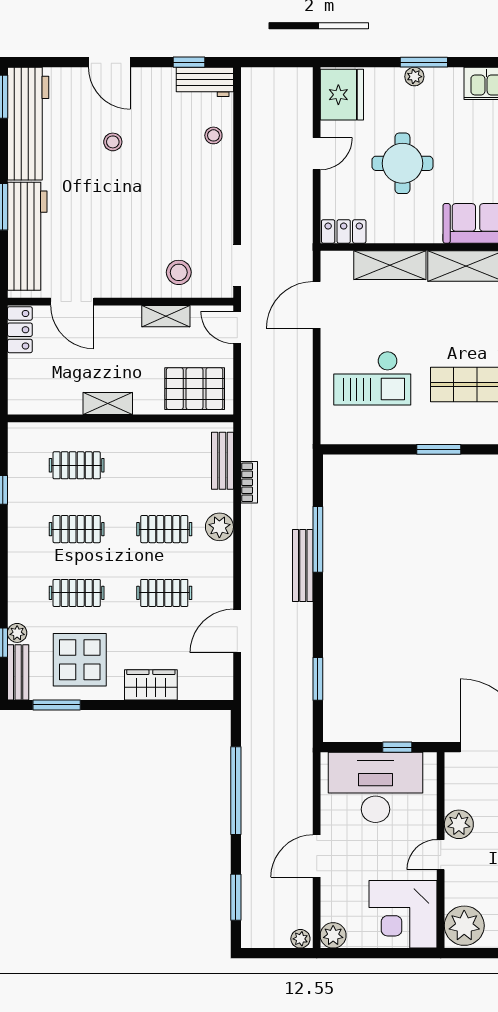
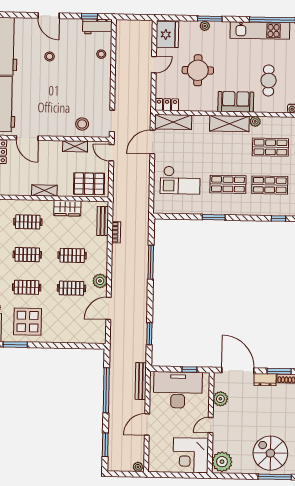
shelving: (390, 265) -> (173, 122), moved
plant: (219, 527) -> (100, 281), moved
bench: (303, 566) -> (141, 381), moved
wardrobe: (151, 685) -> (67, 208), moved, turned 180
plant: (459, 824) -> (220, 399), moved
plant: (333, 935) -> (155, 465), removed

